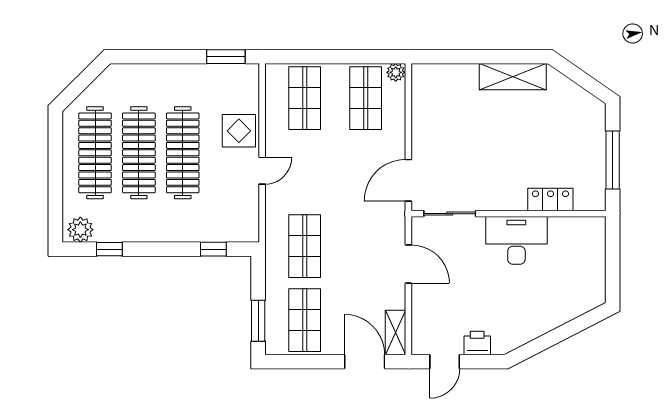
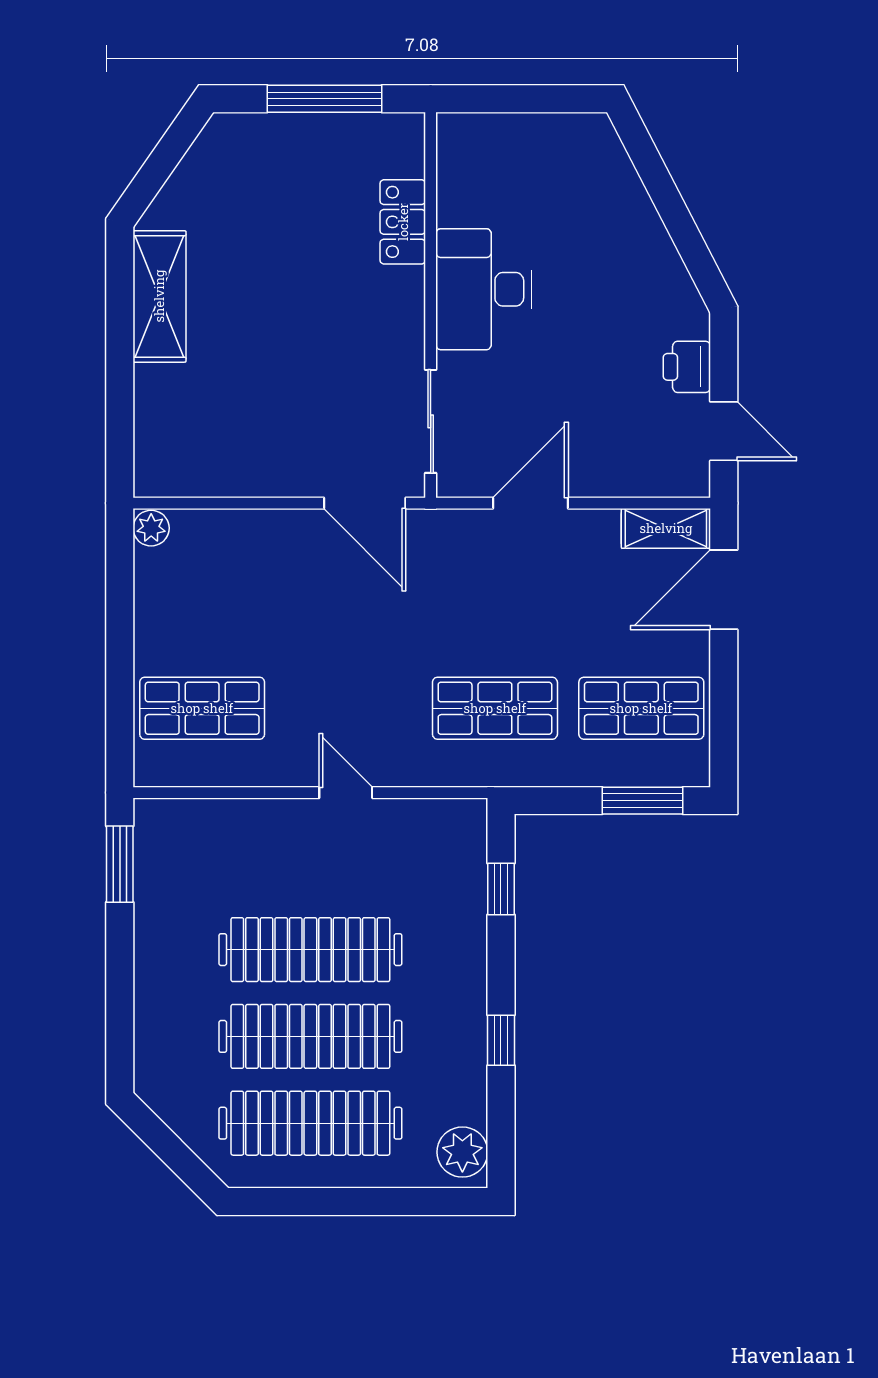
shop shelf: (366, 98) -> (202, 588), removed
display table: (239, 131) -> (267, 839), removed
window: (109, 249) -> (501, 1040), moved

